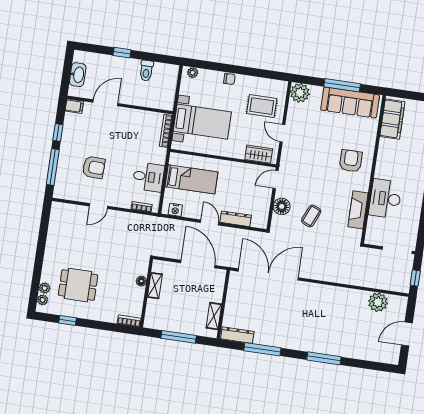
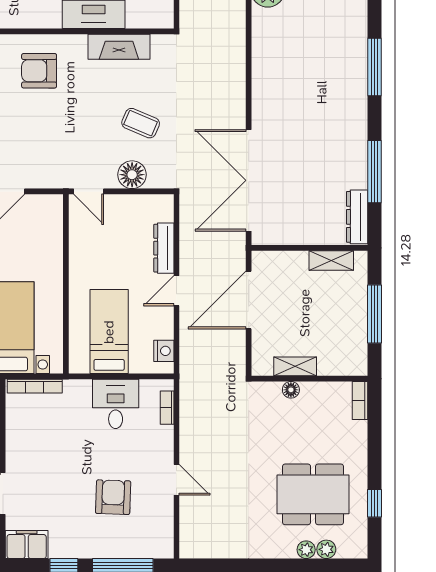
filing cabinet: (74, 106) -> (27, 545), width x2.00
wardrobe: (259, 154) -> (51, 226), removed
dining table: (78, 285) -> (313, 494), width x1.38
plant: (43, 300) -> (306, 550), moved

